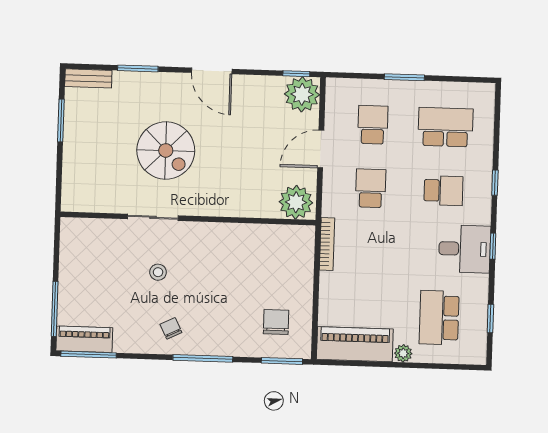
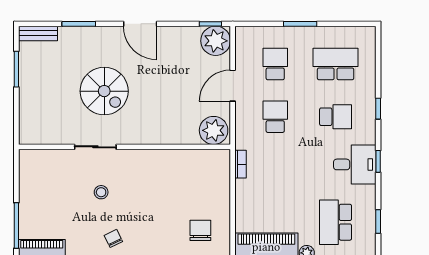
bookcase: (327, 244) -> (240, 164), width x0.64

